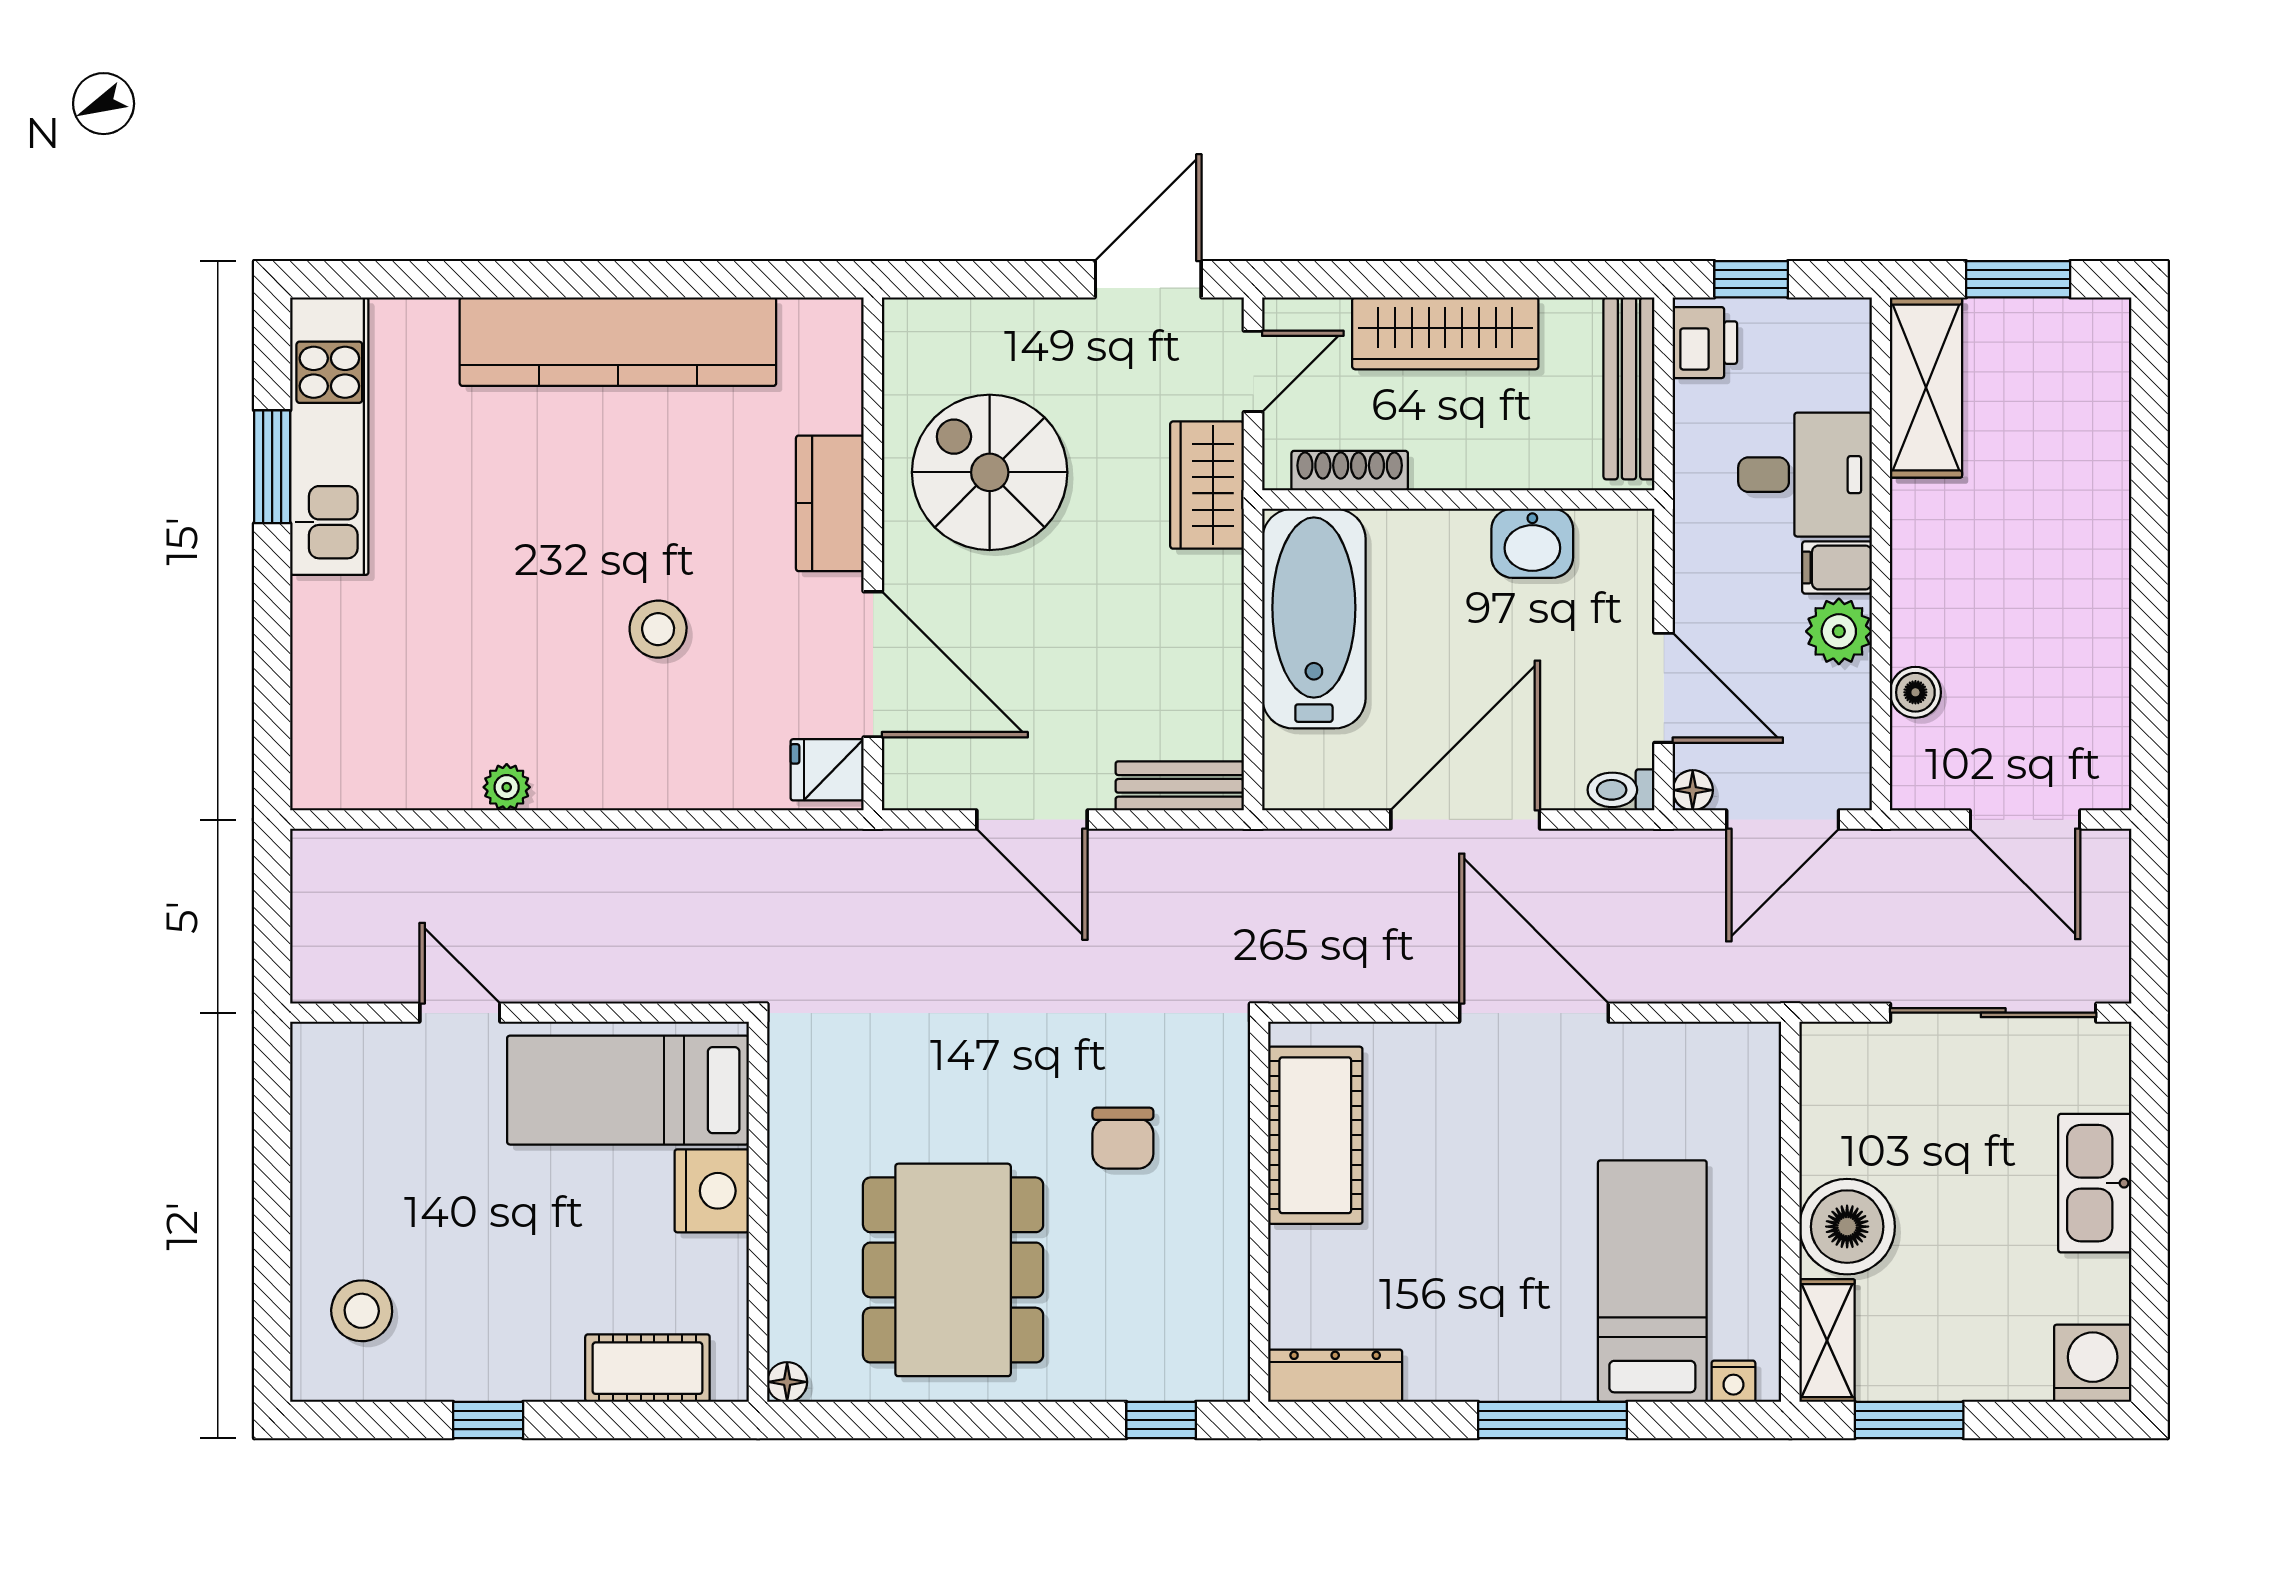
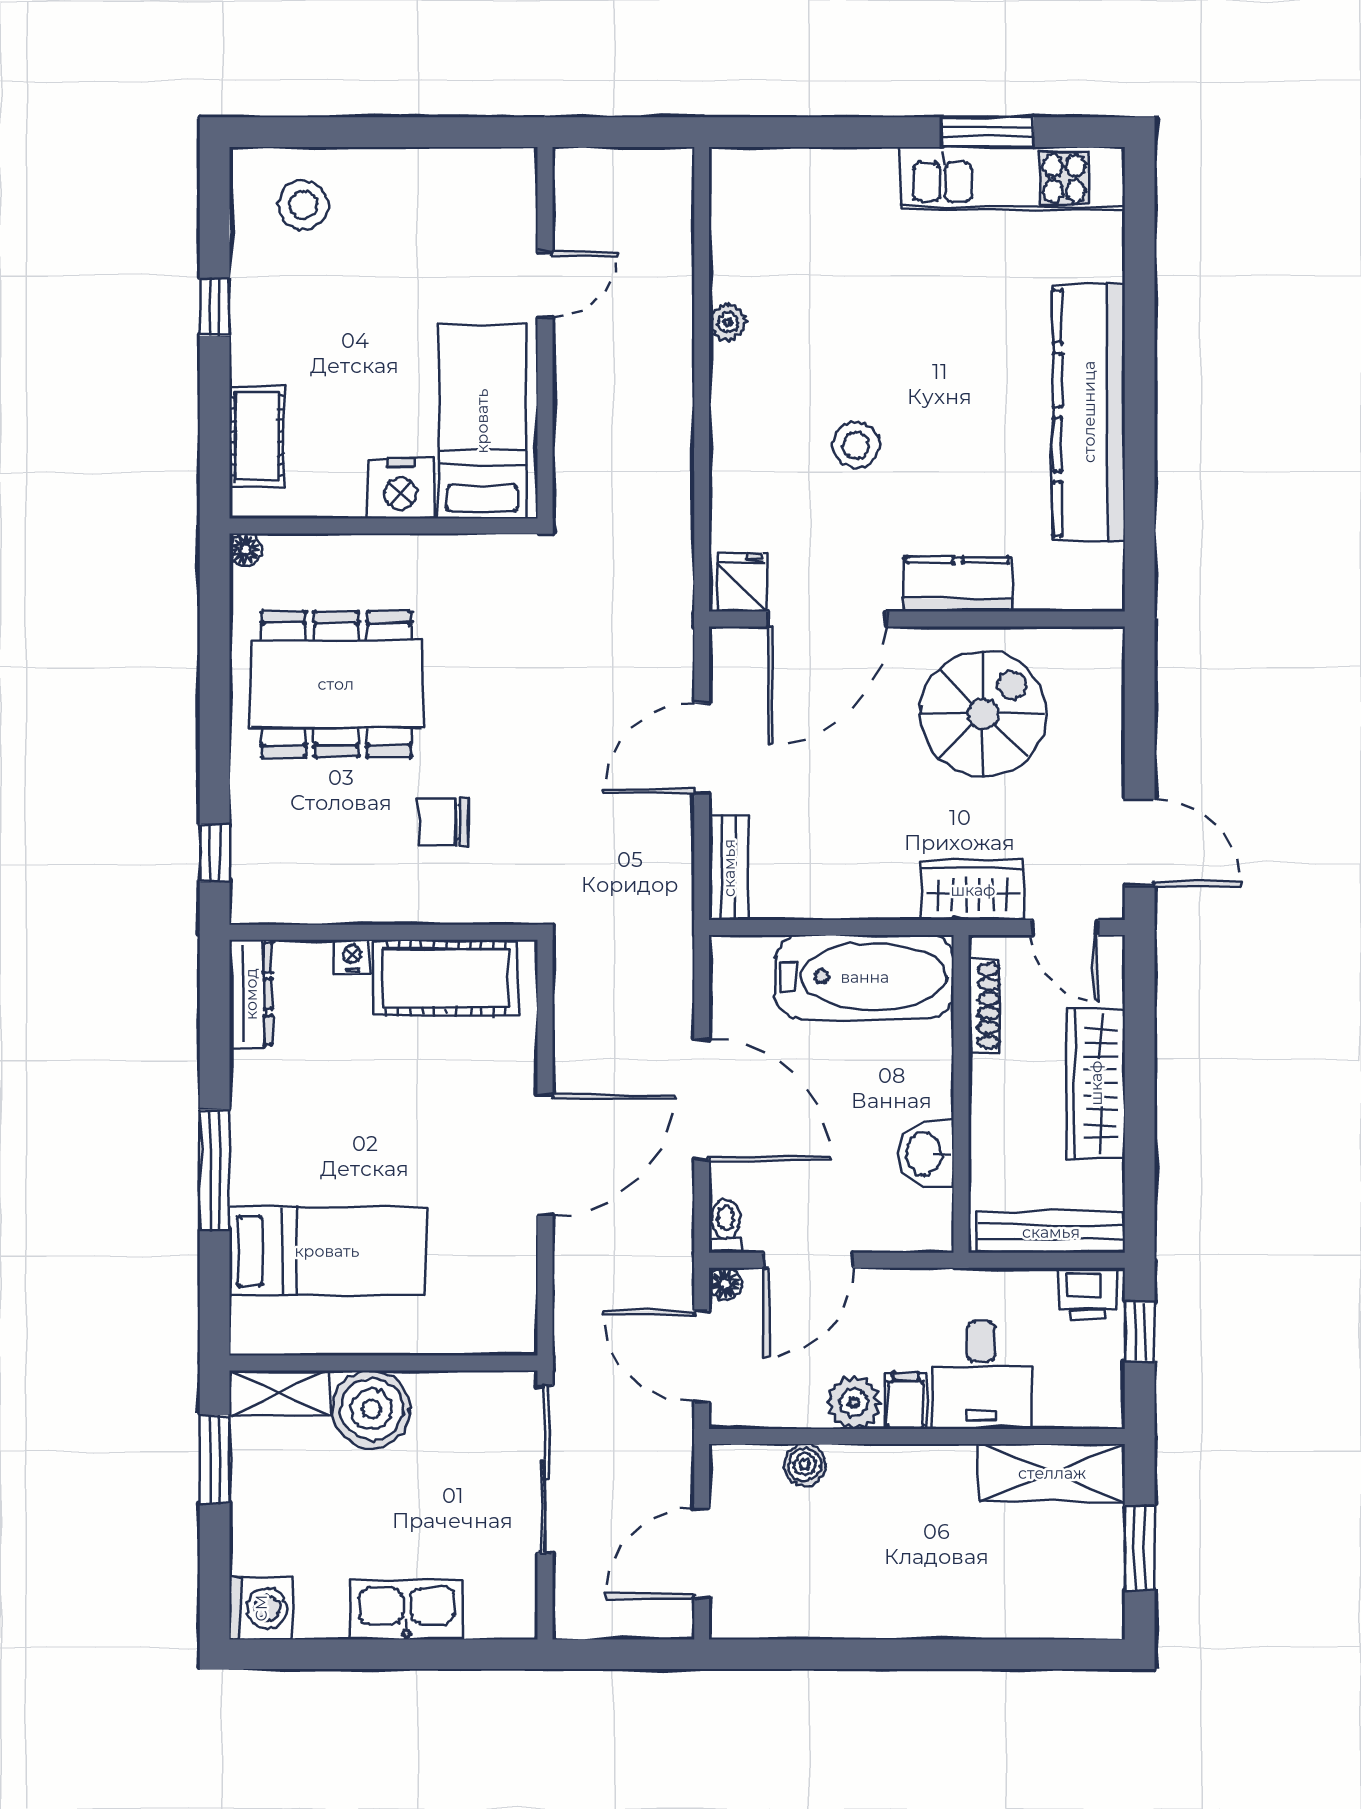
sliding door: (1993, 1013) -> (545, 1469), moved
nightstand: (1733, 1381) -> (352, 956), moved, turned 90

